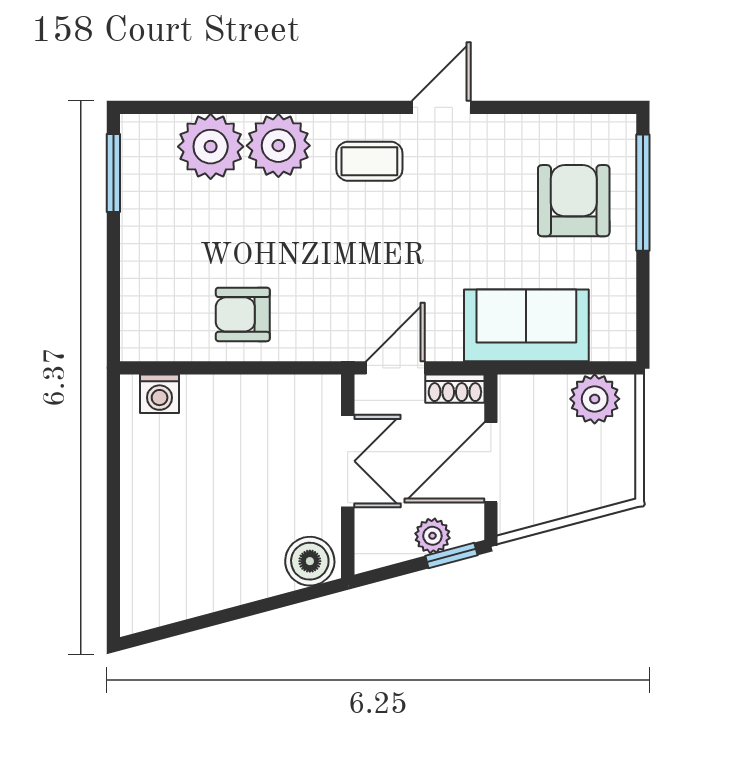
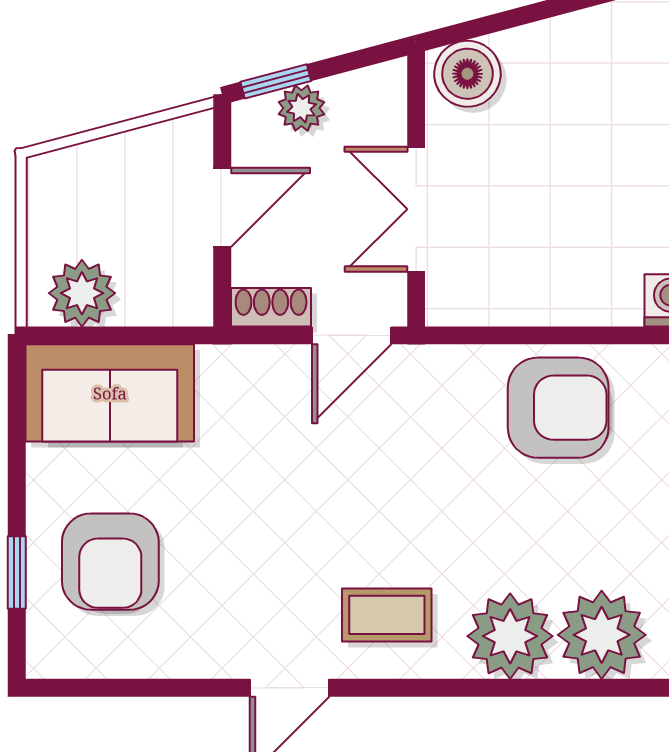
window: (643, 193) -> (17, 572), width x0.46
armchair: (243, 314) -> (558, 408), width x1.38, depth x1.38
sofa: (526, 325) -> (110, 393), moved
door: (491, 462) -> (222, 207), width x0.73

